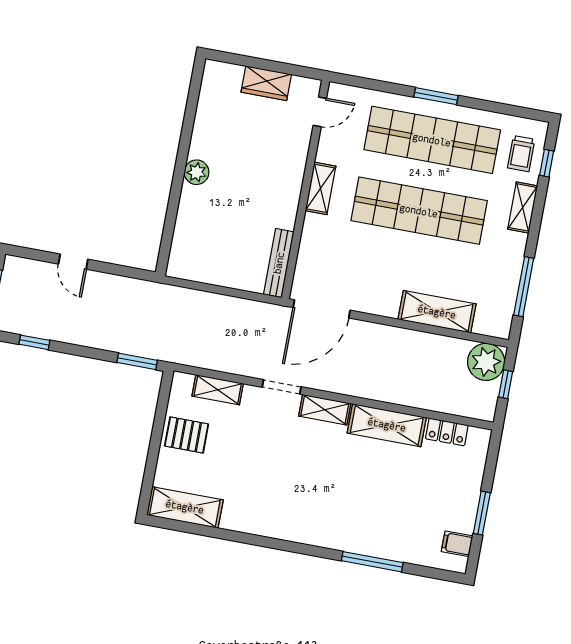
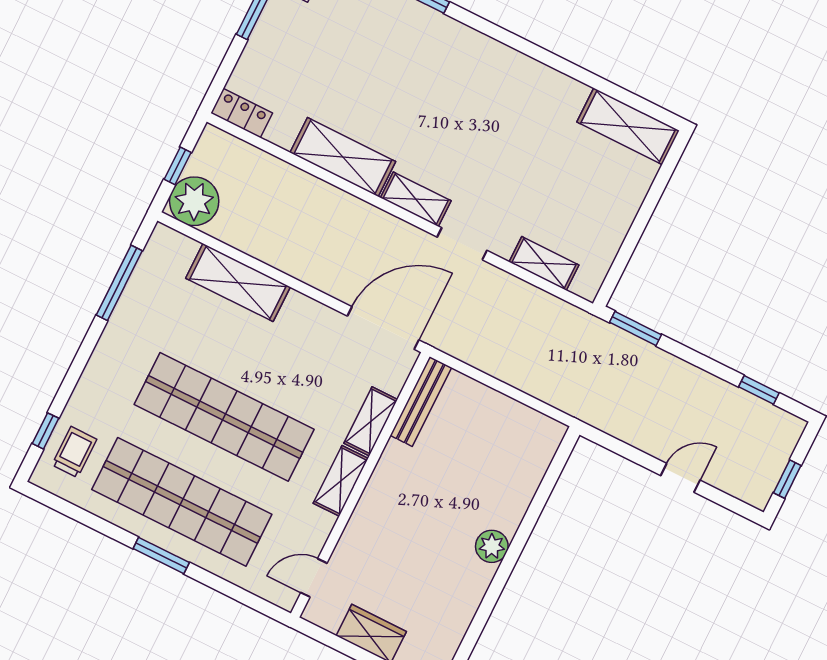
shelving: (523, 207) -> (371, 421), moved
door: (73, 262) -> (680, 478), hinge flipped
locker: (447, 432) -> (242, 113), moved
pallet: (187, 435) -> (600, 217), removed

